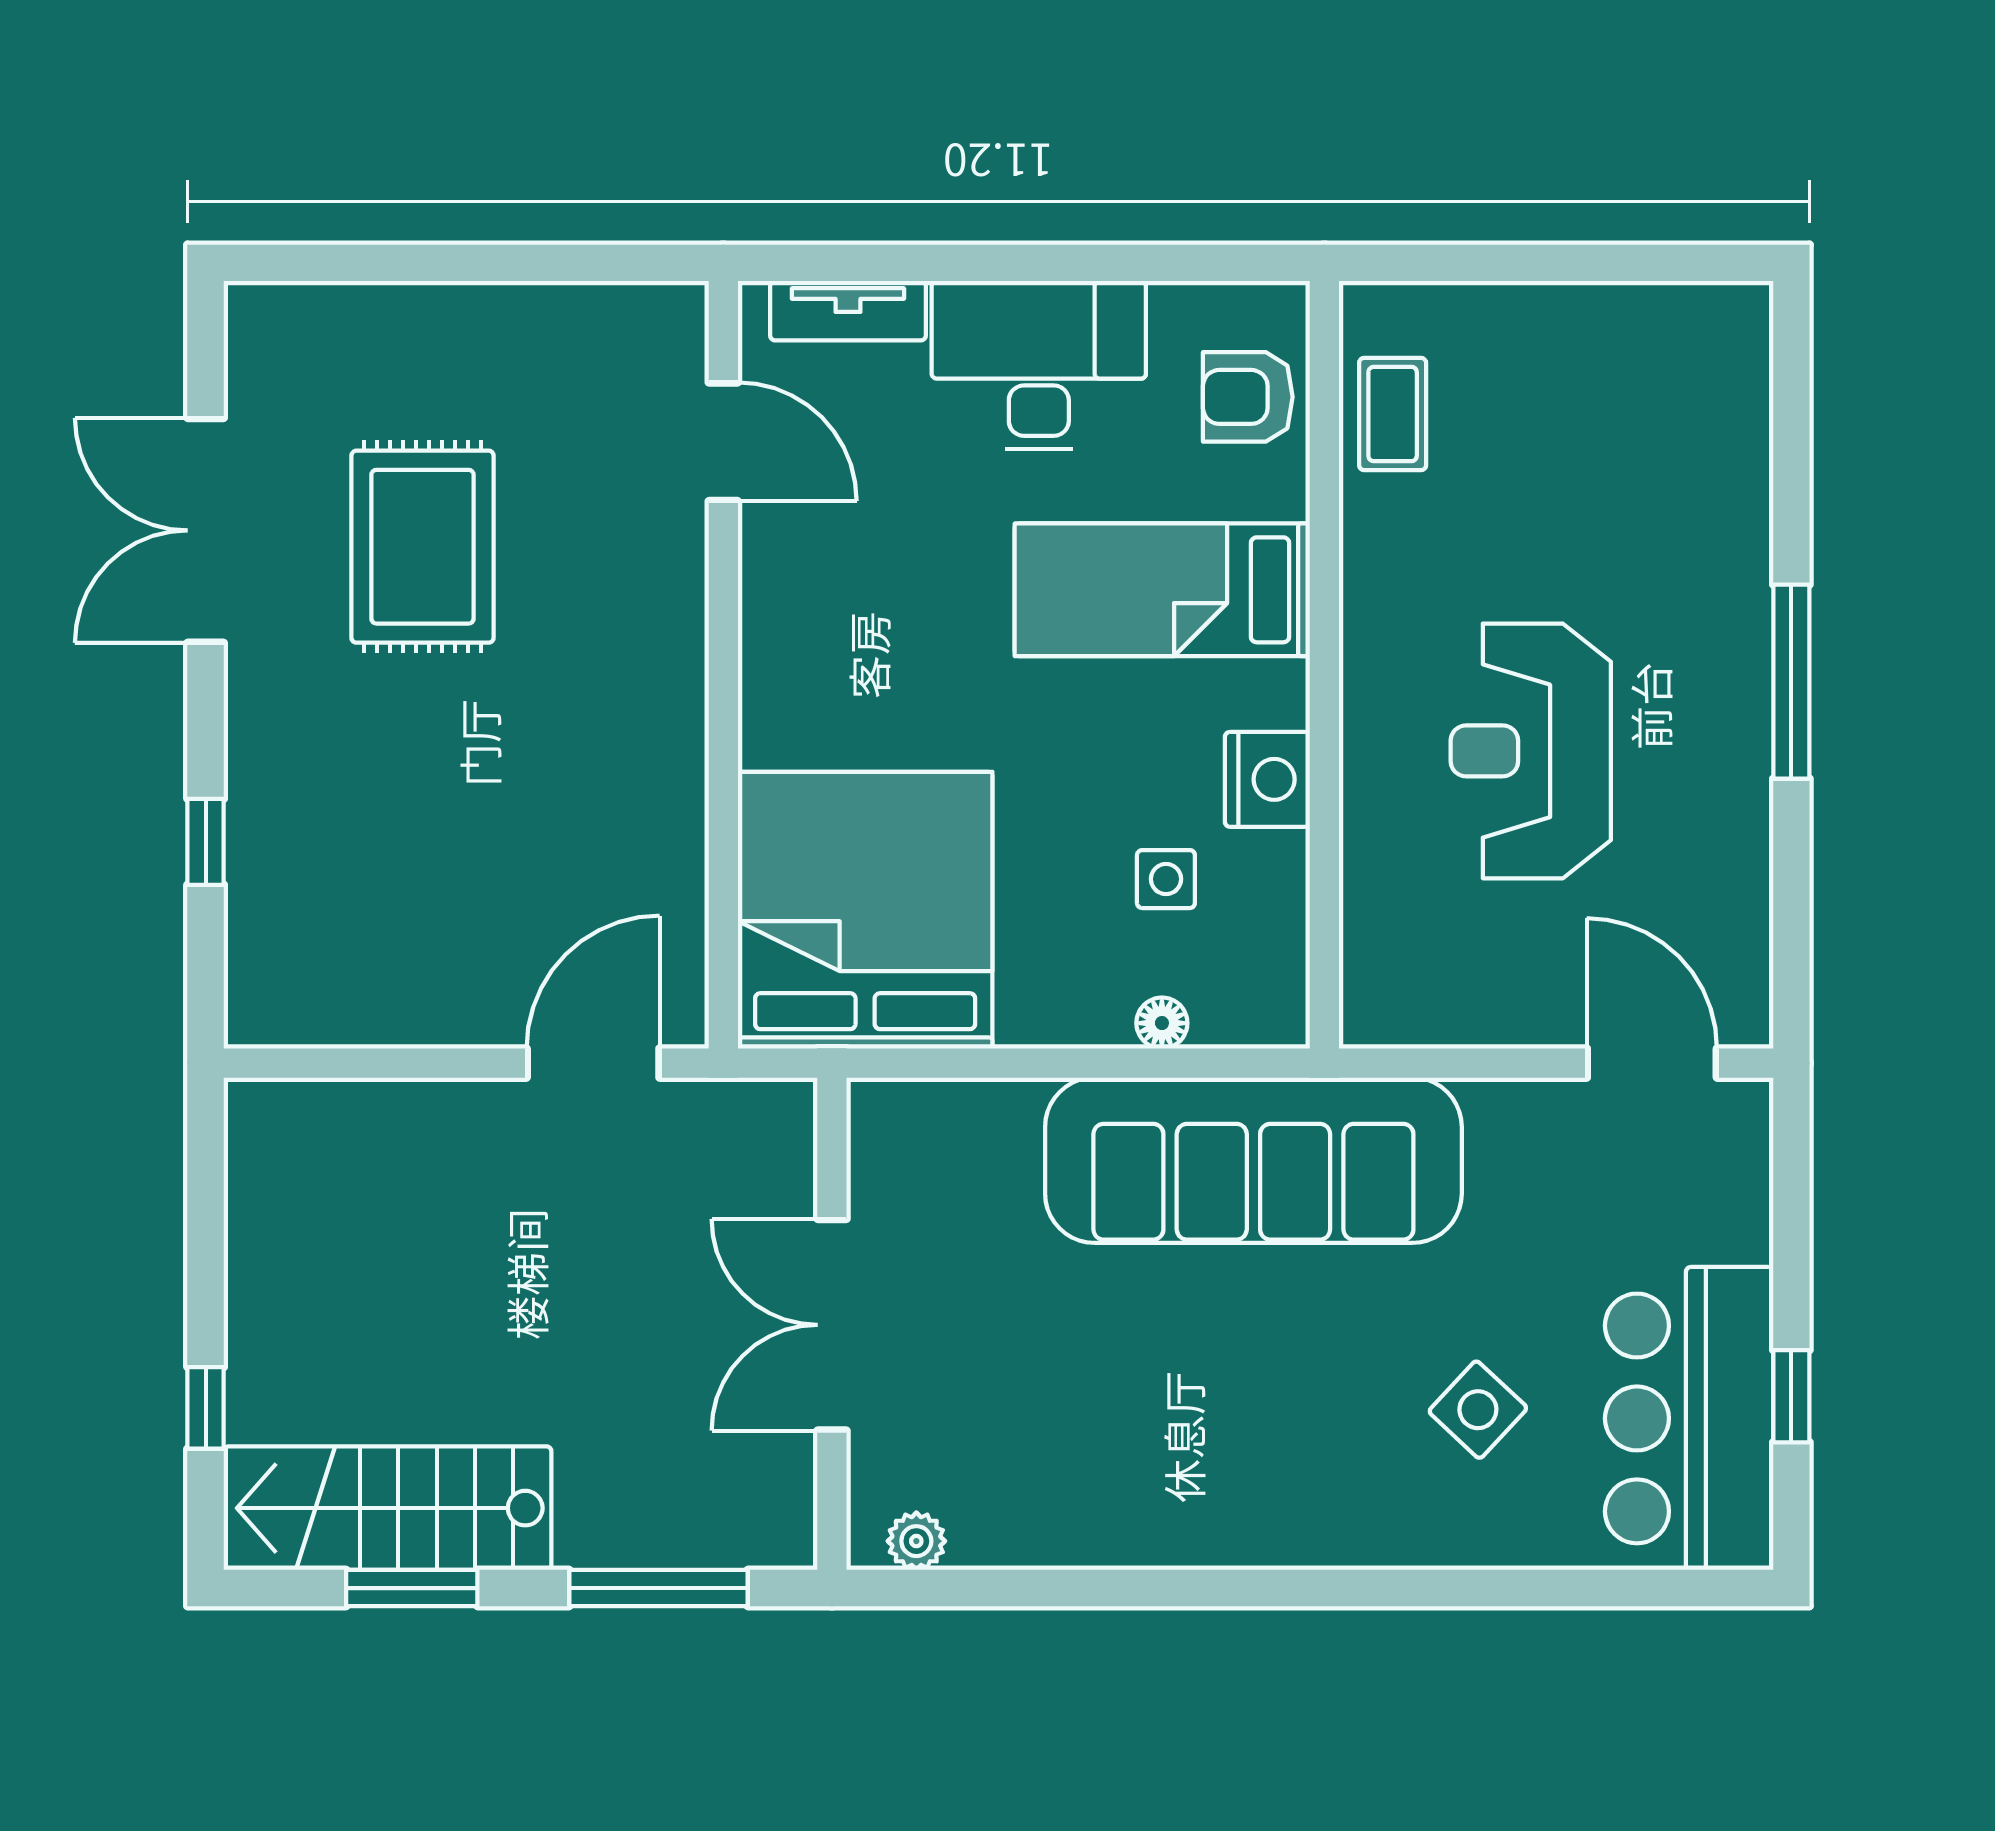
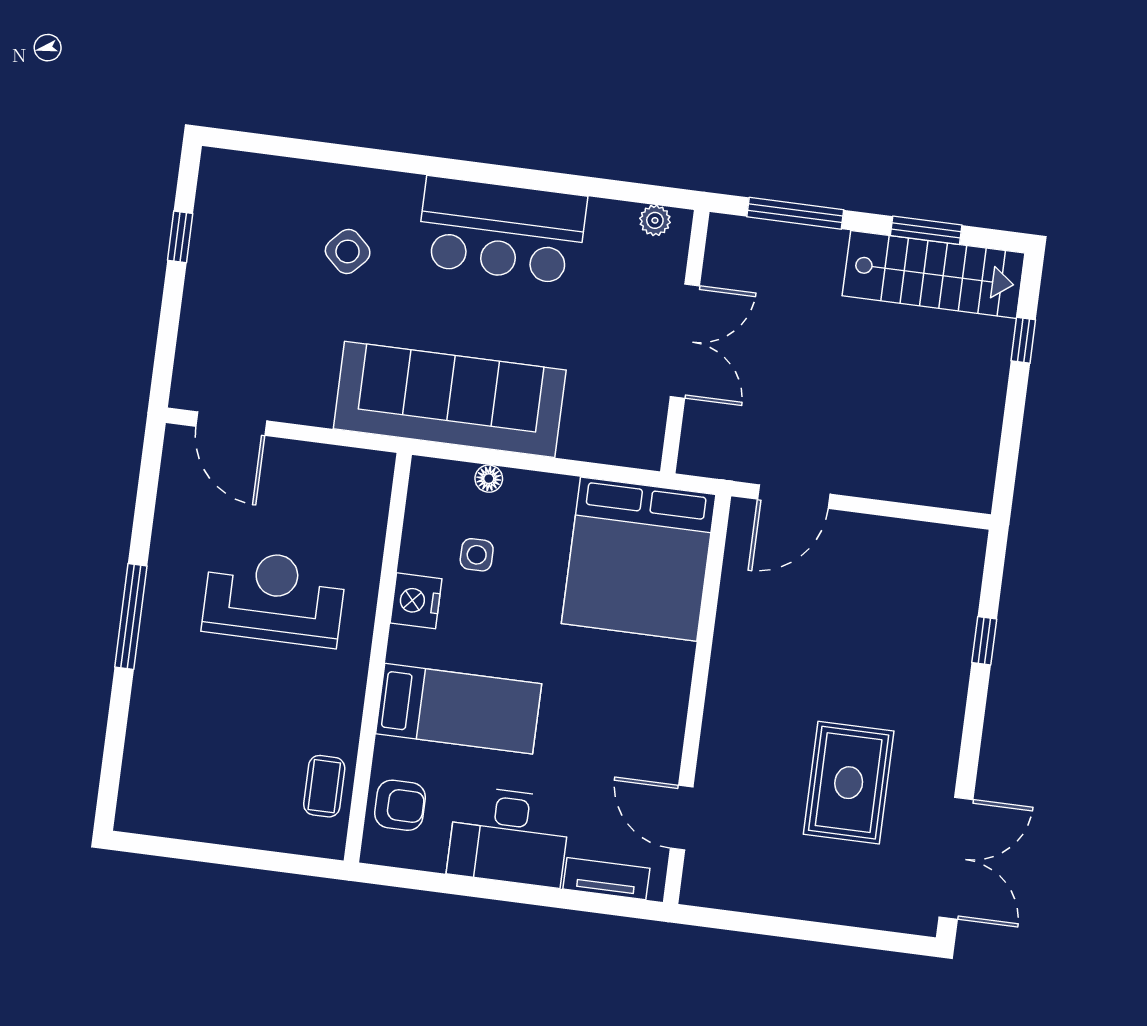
double door: (206, 530) -> (956, 858), moved
reception desk: (1531, 751) -> (274, 598), turned -90
bar counter: (1689, 1418) -> (502, 230), moved, turned 90

